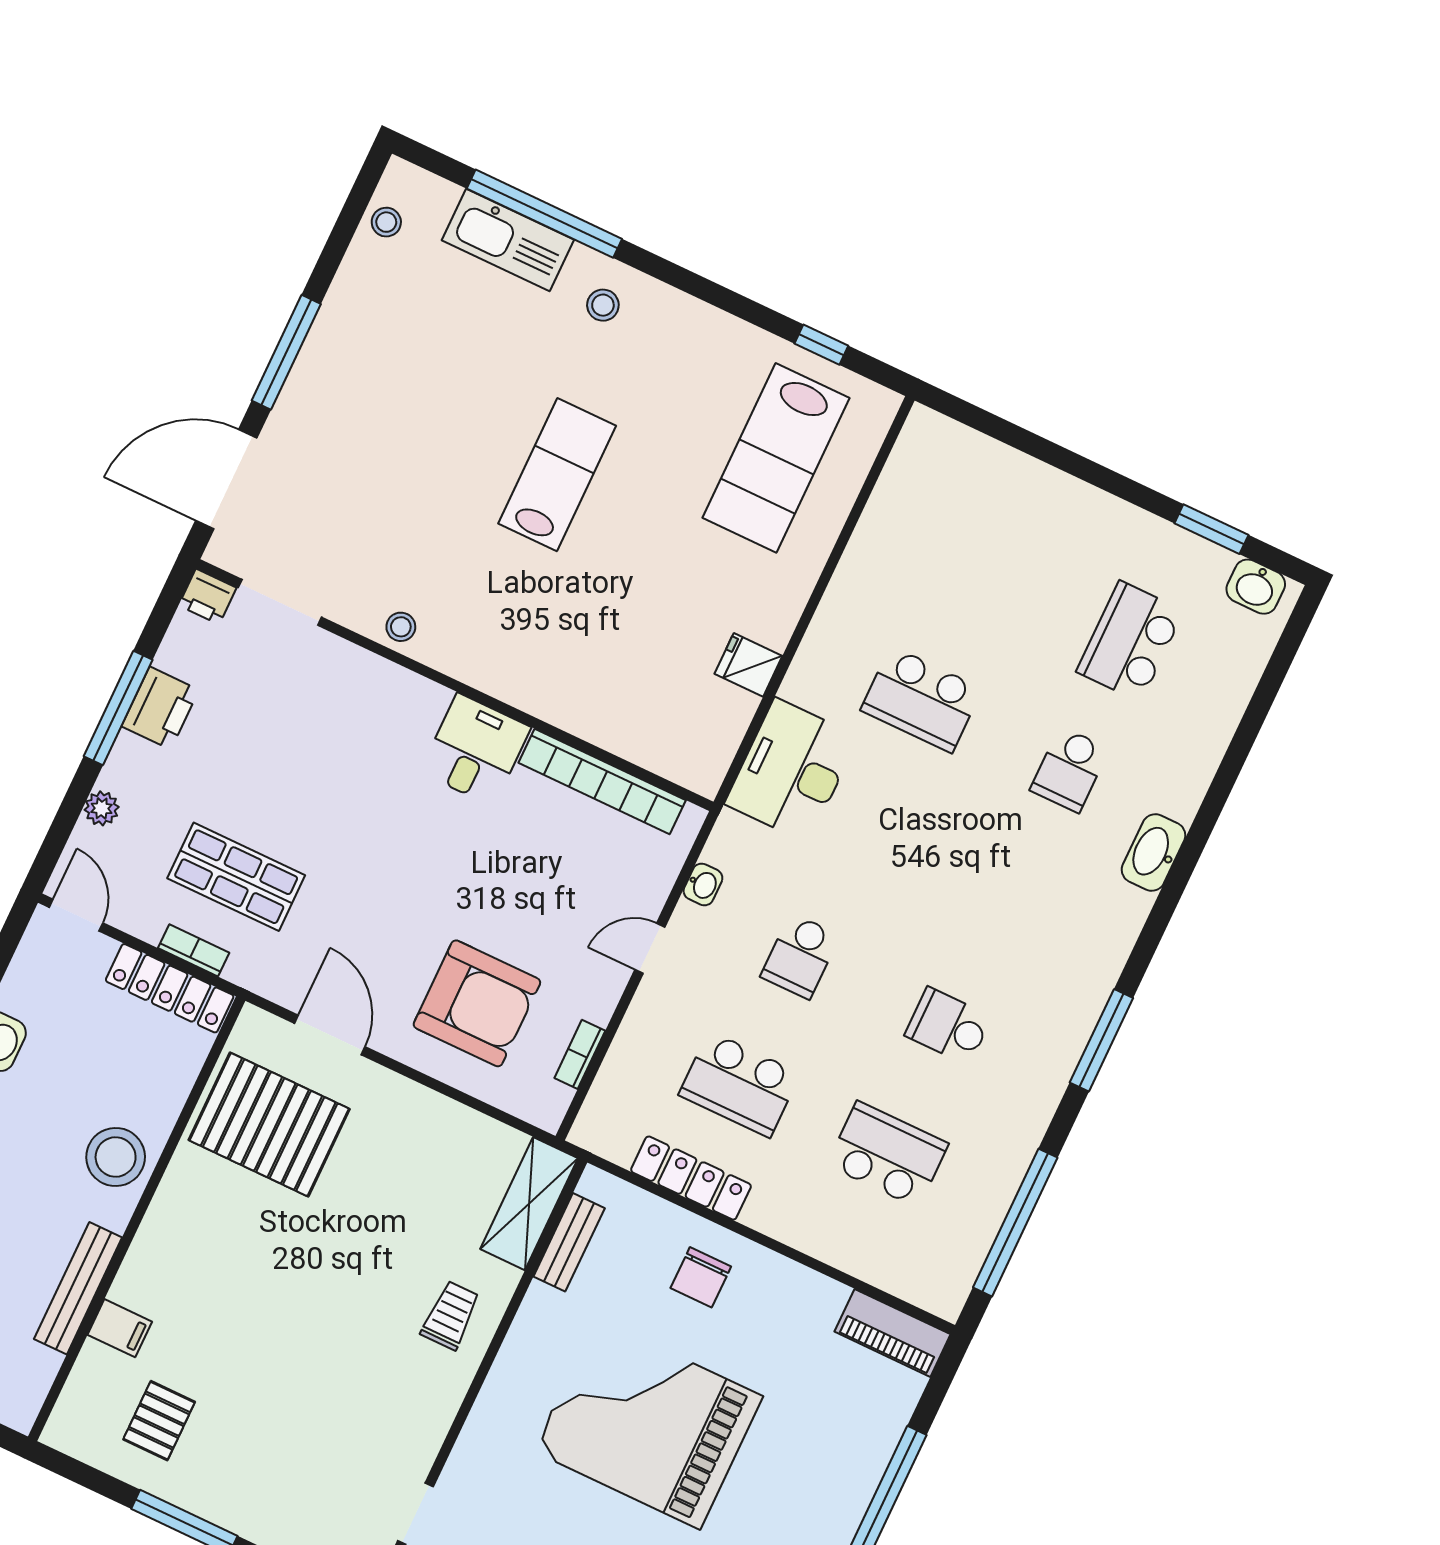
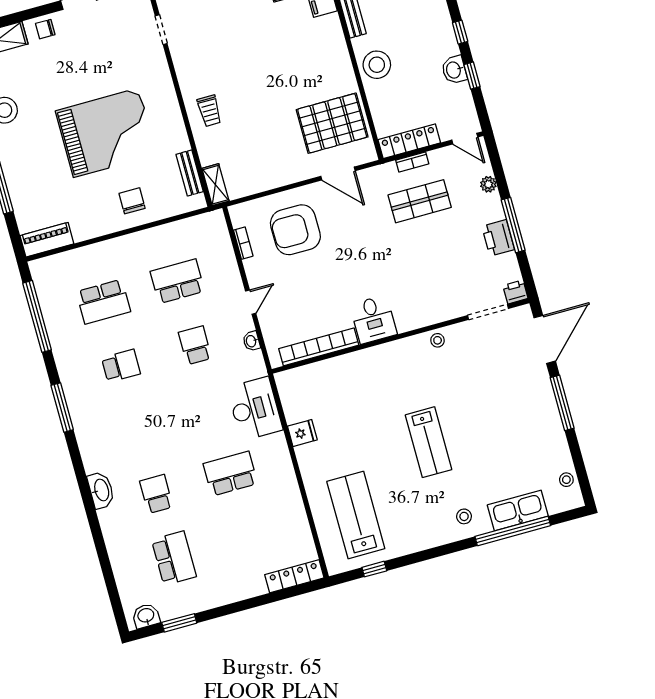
locker: (691, 1178) -> (294, 576), moved, turned 180
shelving: (529, 1204) -> (215, 185), width x0.67, depth x0.75

